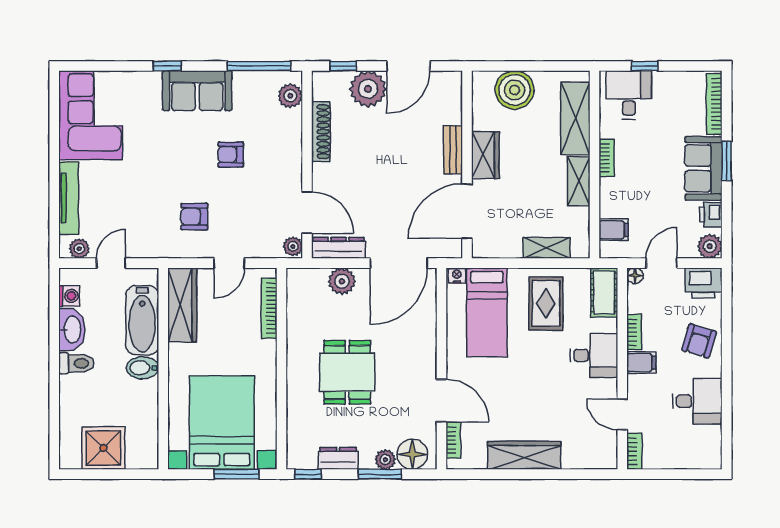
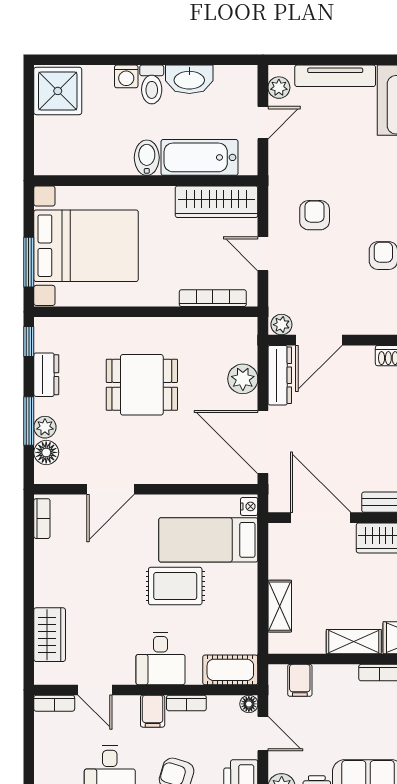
door: (111, 263) -> (263, 123), hinge flipped
washing machine: (69, 296) -> (126, 76), moved
rug: (546, 303) -> (175, 586), moved
door: (622, 414) -> (95, 690), swing flipped
bookcase: (453, 440) -> (42, 519), moved, turned -90
shower: (103, 448) -> (58, 91), moved
floor lamp: (412, 454) -> (46, 452), width x0.73, depth x0.73
wardrobe: (524, 455) -> (50, 635), moved, width x0.67

